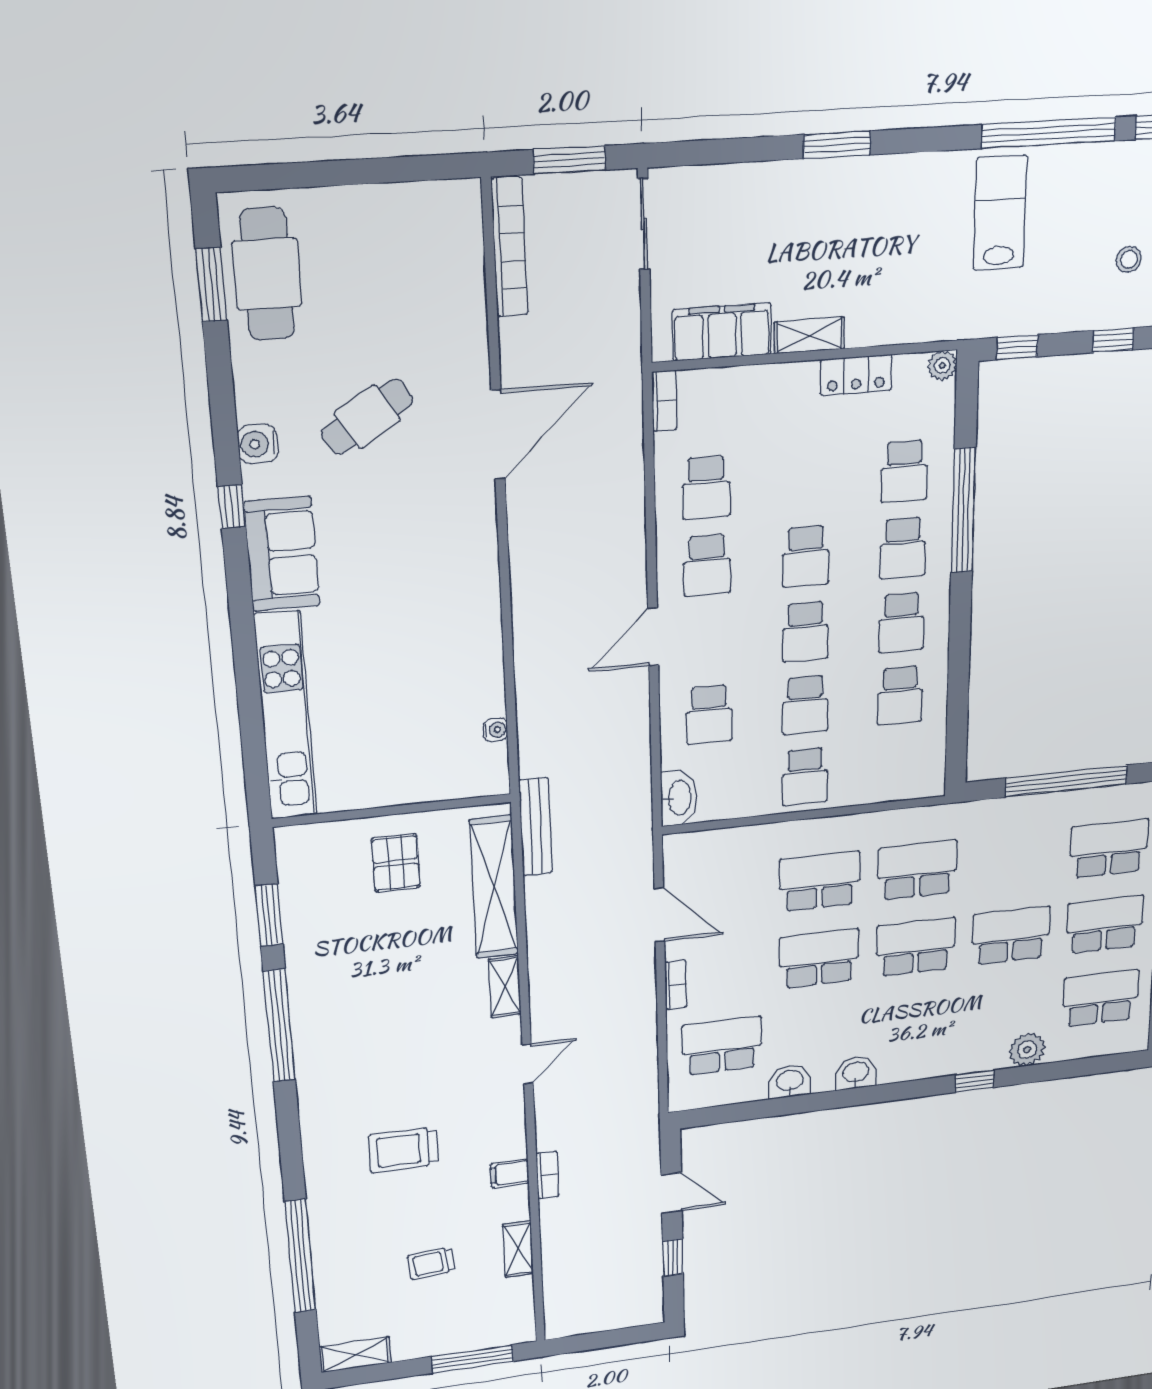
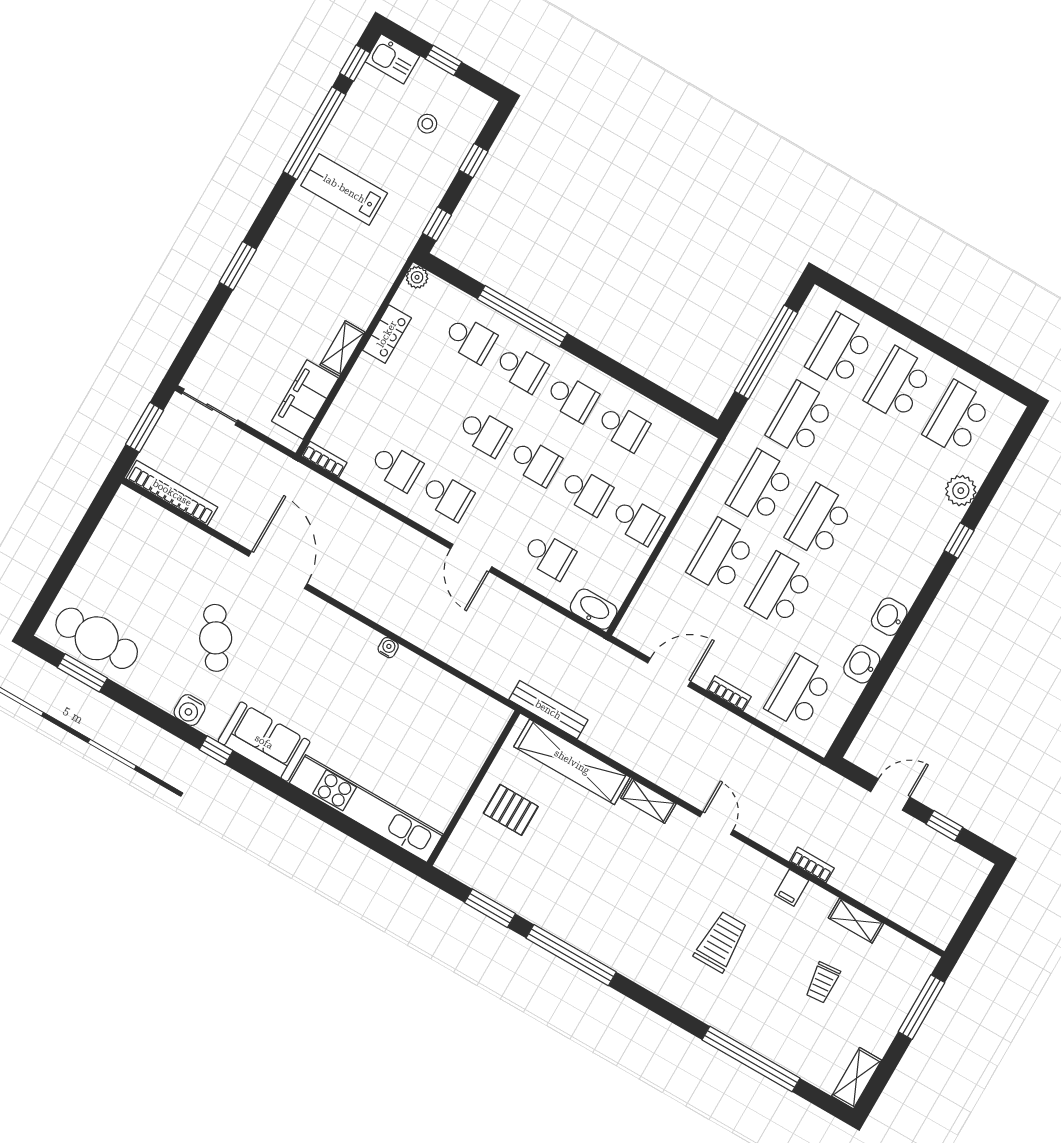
water cooler: (496, 730) -> (388, 648), moved
school desk: (1011, 936) -> (800, 419), moved
trolley: (404, 1150) -> (721, 942), turned 180

